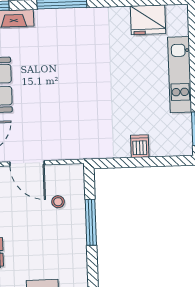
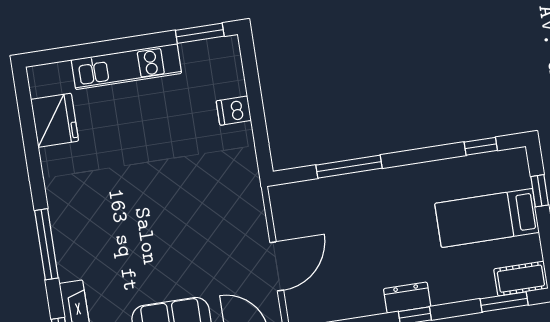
stool: (58, 202) -> (326, 216), removed

